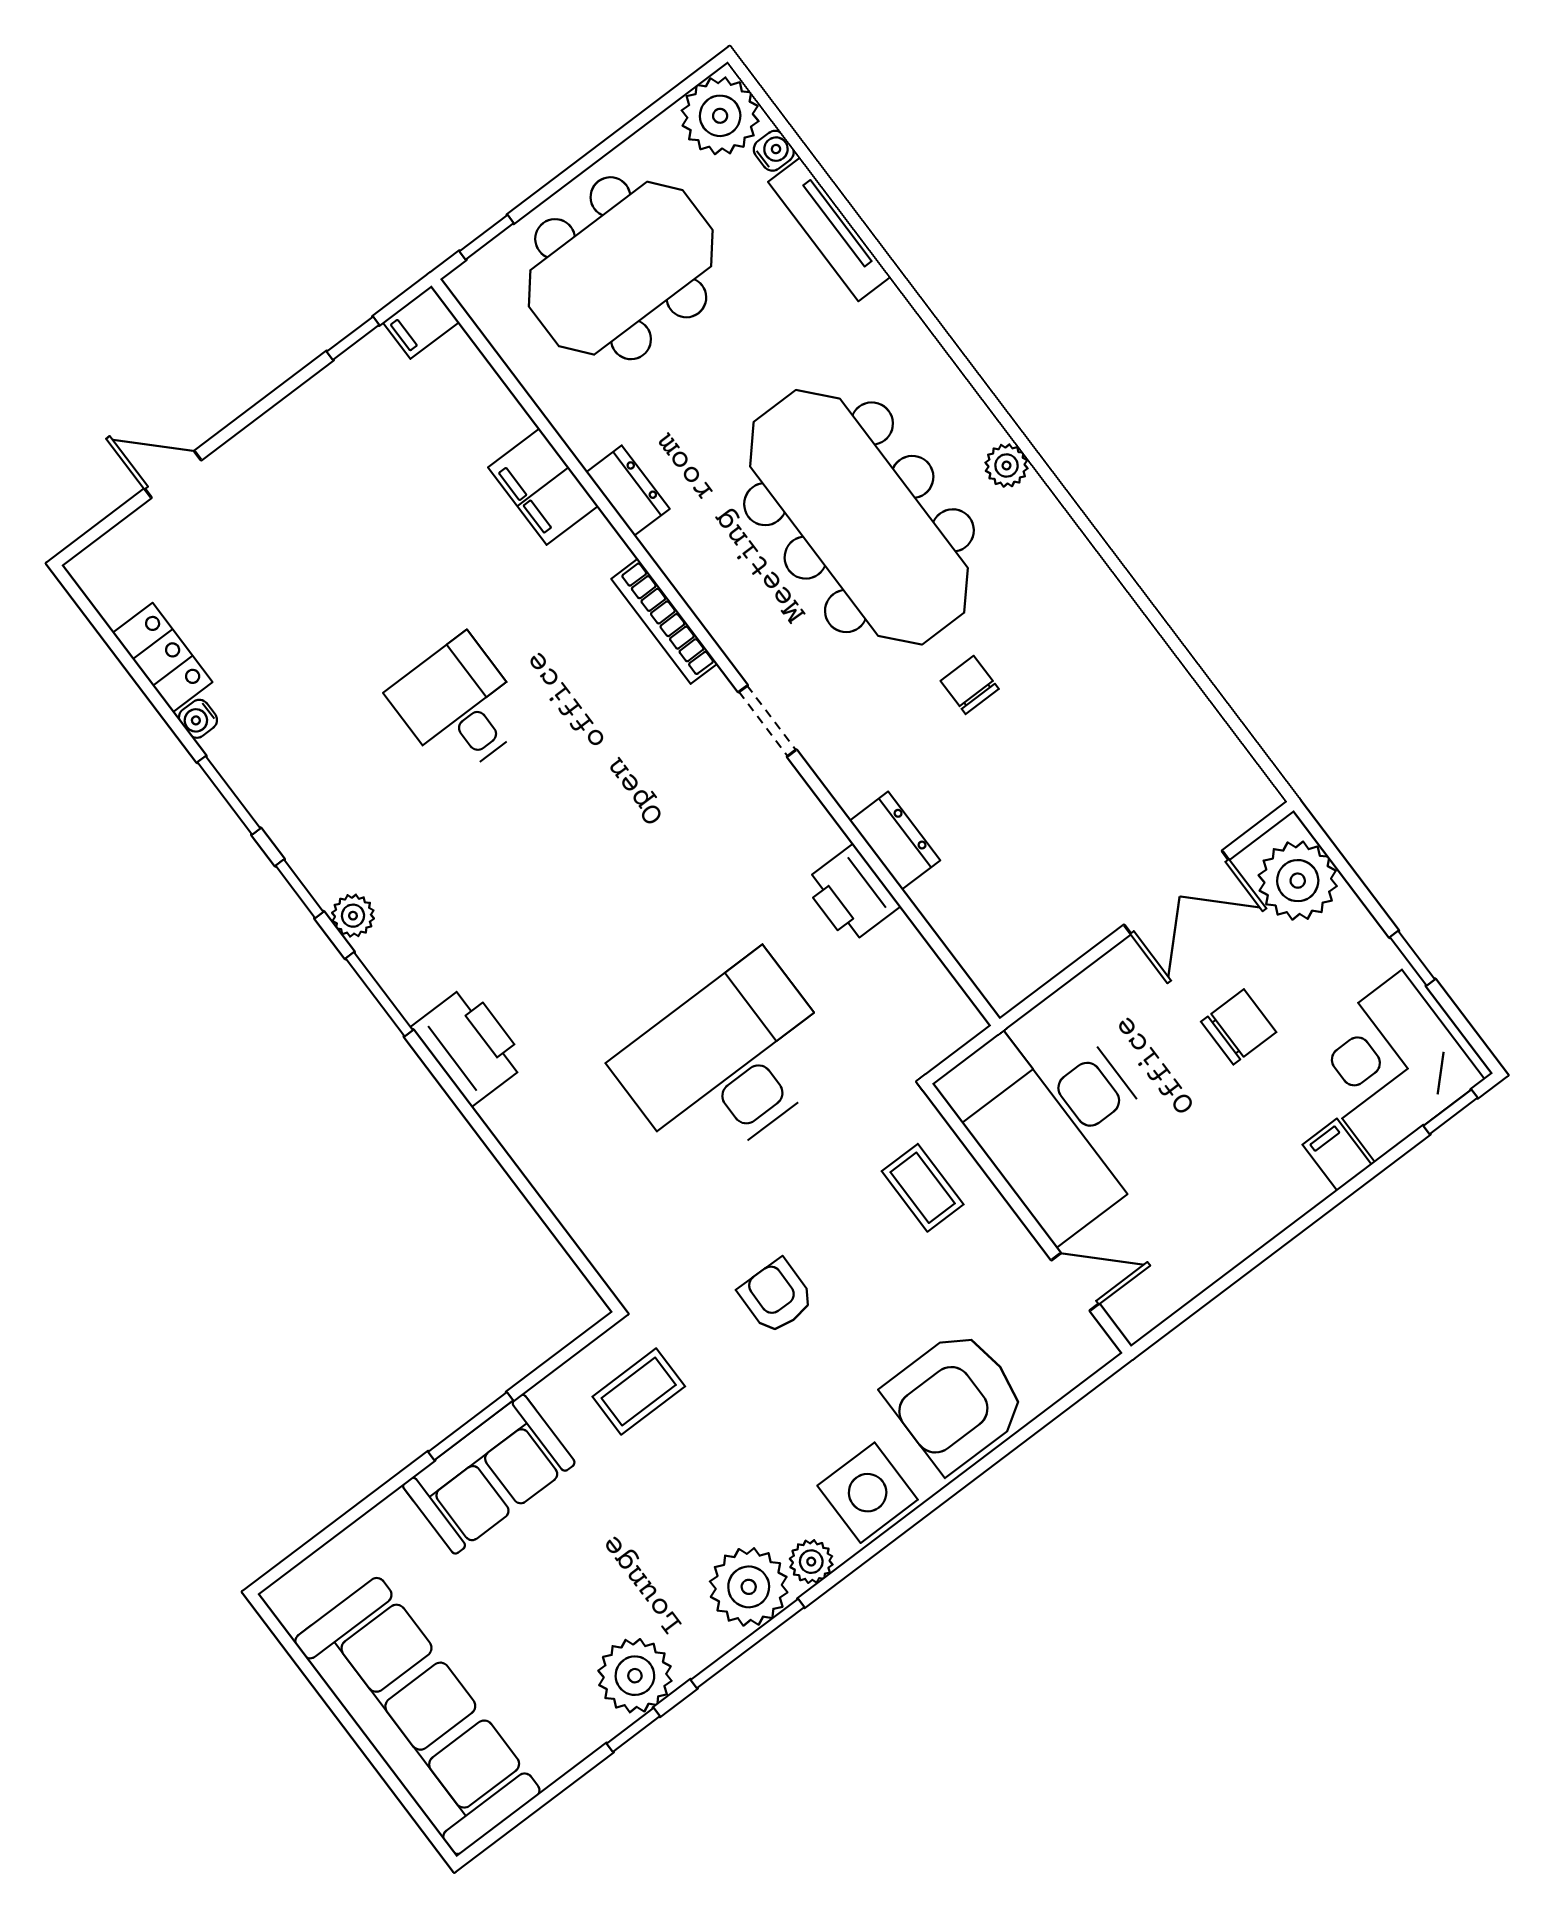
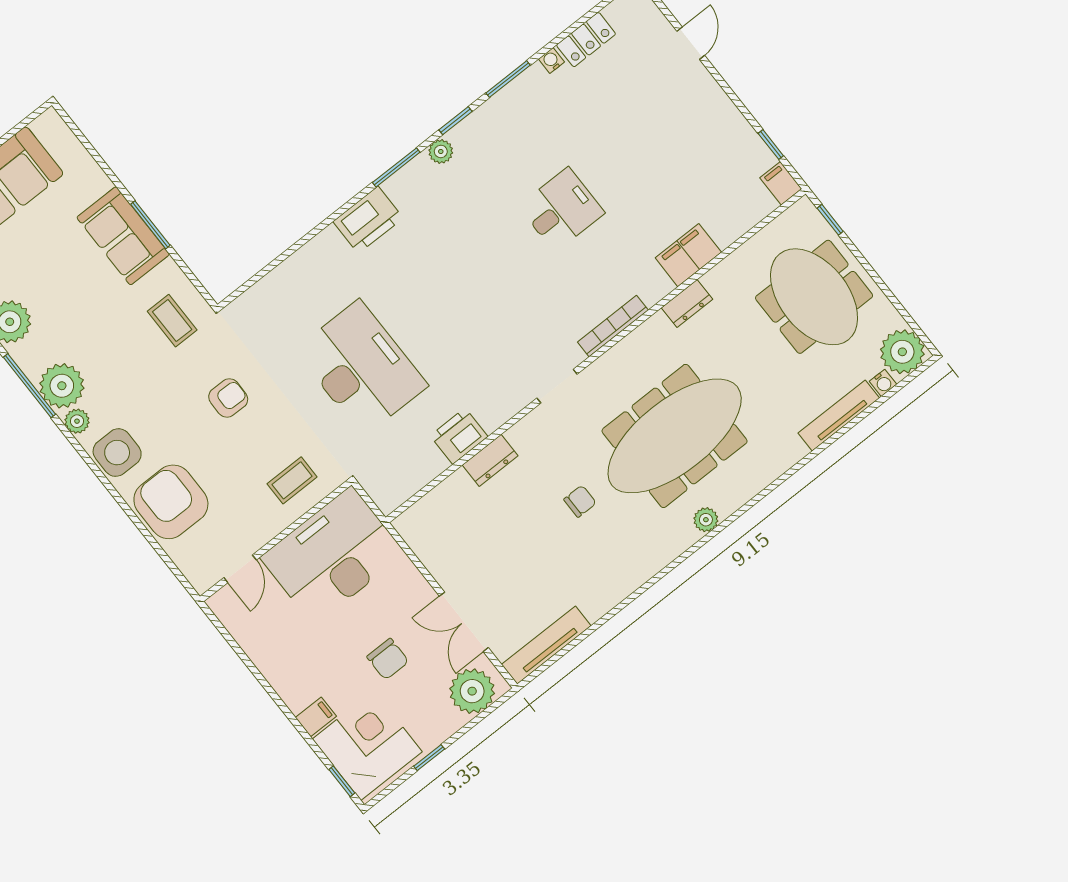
tv unit: (1220, 749) -> (546, 645), added

